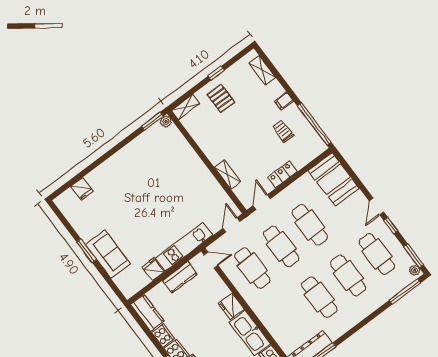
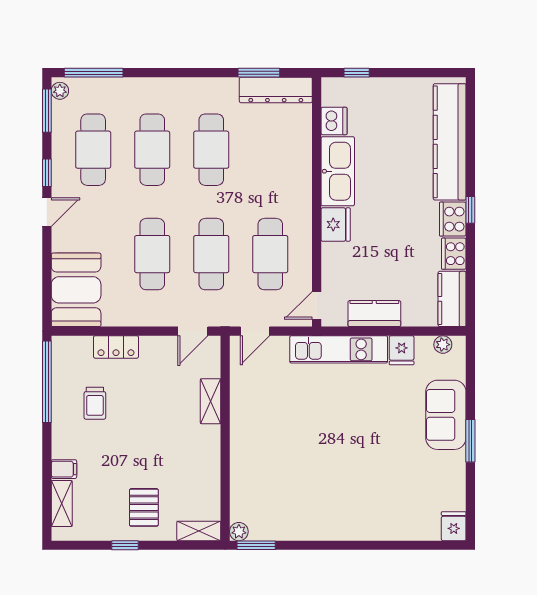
filing cabinet: (284, 101) -> (64, 469), moved
locker: (282, 174) -> (116, 347), moved
fridge: (82, 189) -> (454, 526), moved
door: (211, 260) -> (317, 305), hinge flipped
plant: (135, 287) -> (443, 345), added

